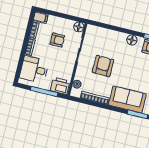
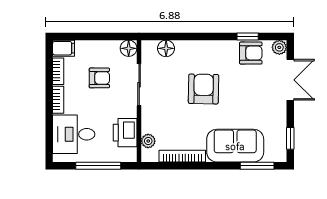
floor lamp: (132, 40) -> (166, 48), moved
armchair: (103, 66) -> (204, 89), moved
printer: (60, 86) -> (125, 133), moved, turned -90

